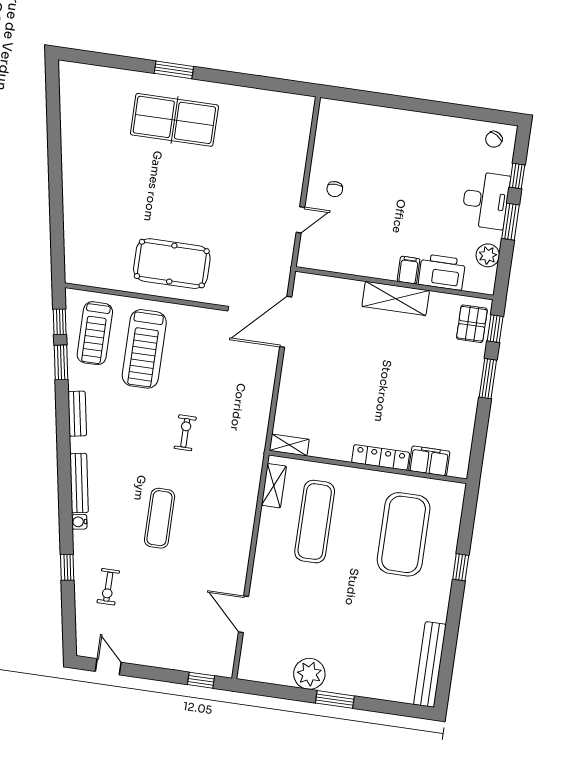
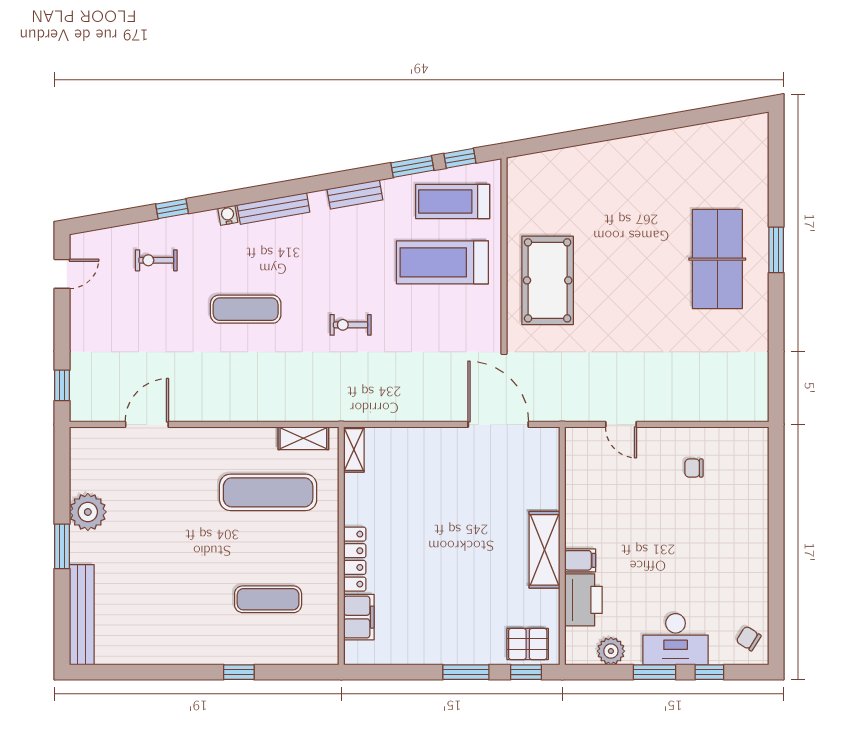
chair: (335, 189) -> (694, 468), moved
exercise bike: (185, 433) -> (351, 325), turned 180
exercise mat: (404, 534) -> (268, 599), width x0.50, depth x0.69
bench: (430, 664) -> (82, 615), moved, turned 90

